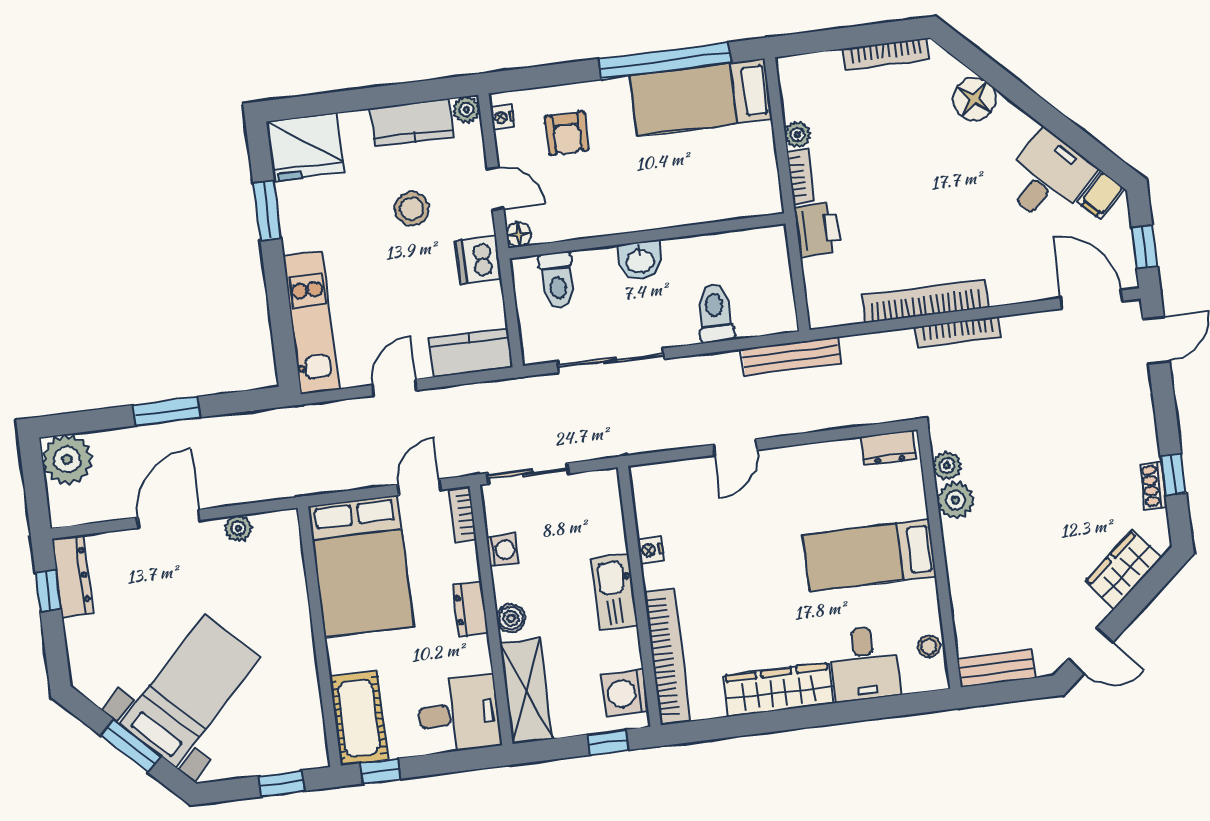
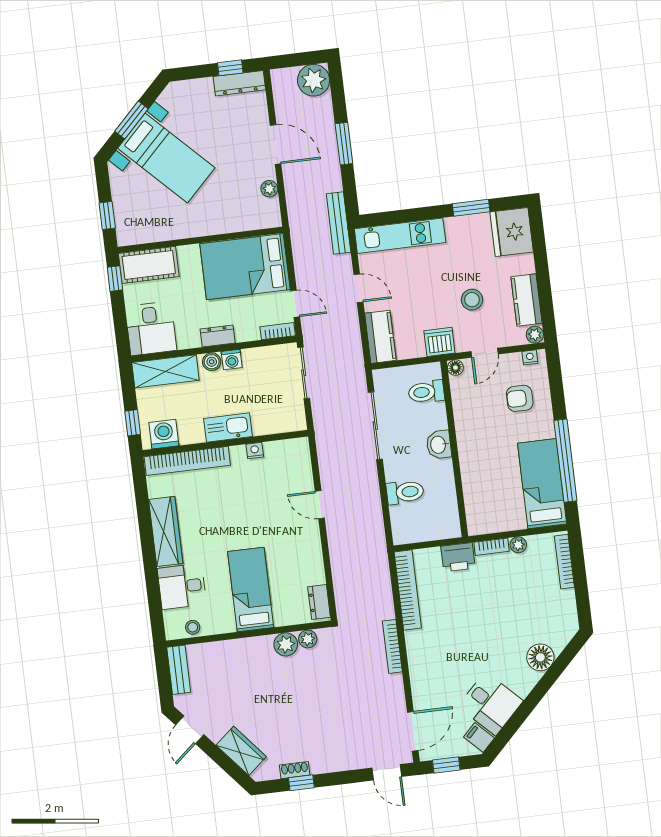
bookcase: (886, 54) -> (564, 562), moved
bookcase: (925, 301) -> (408, 590), moved
bench: (791, 356) -> (339, 223), moved
washing machine: (503, 550) -> (232, 360), moved

